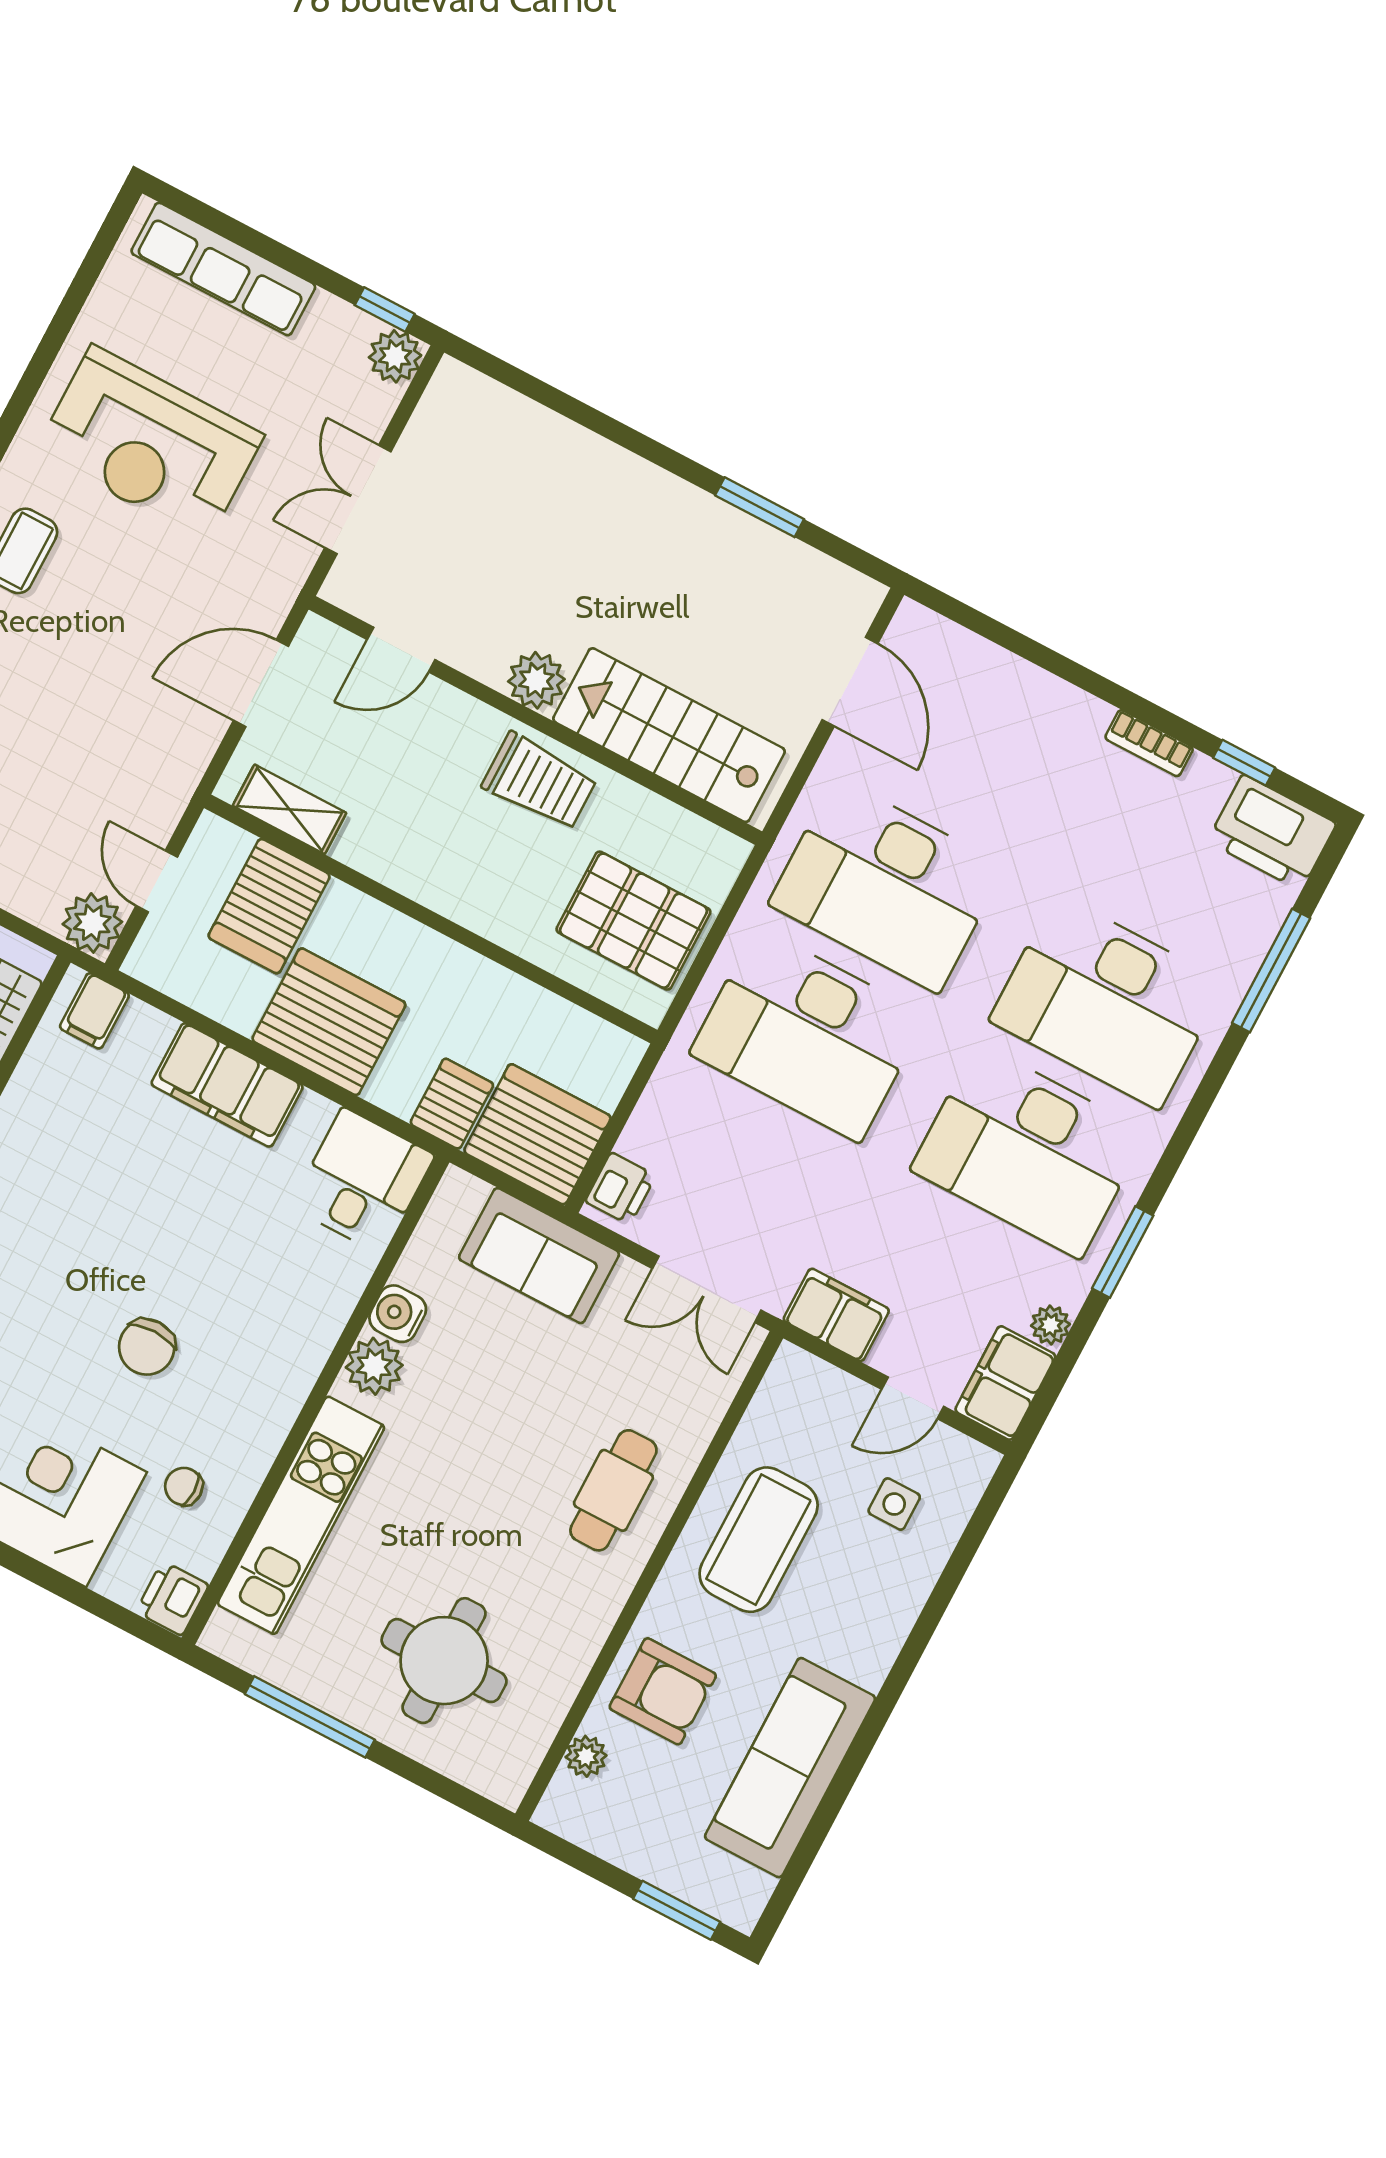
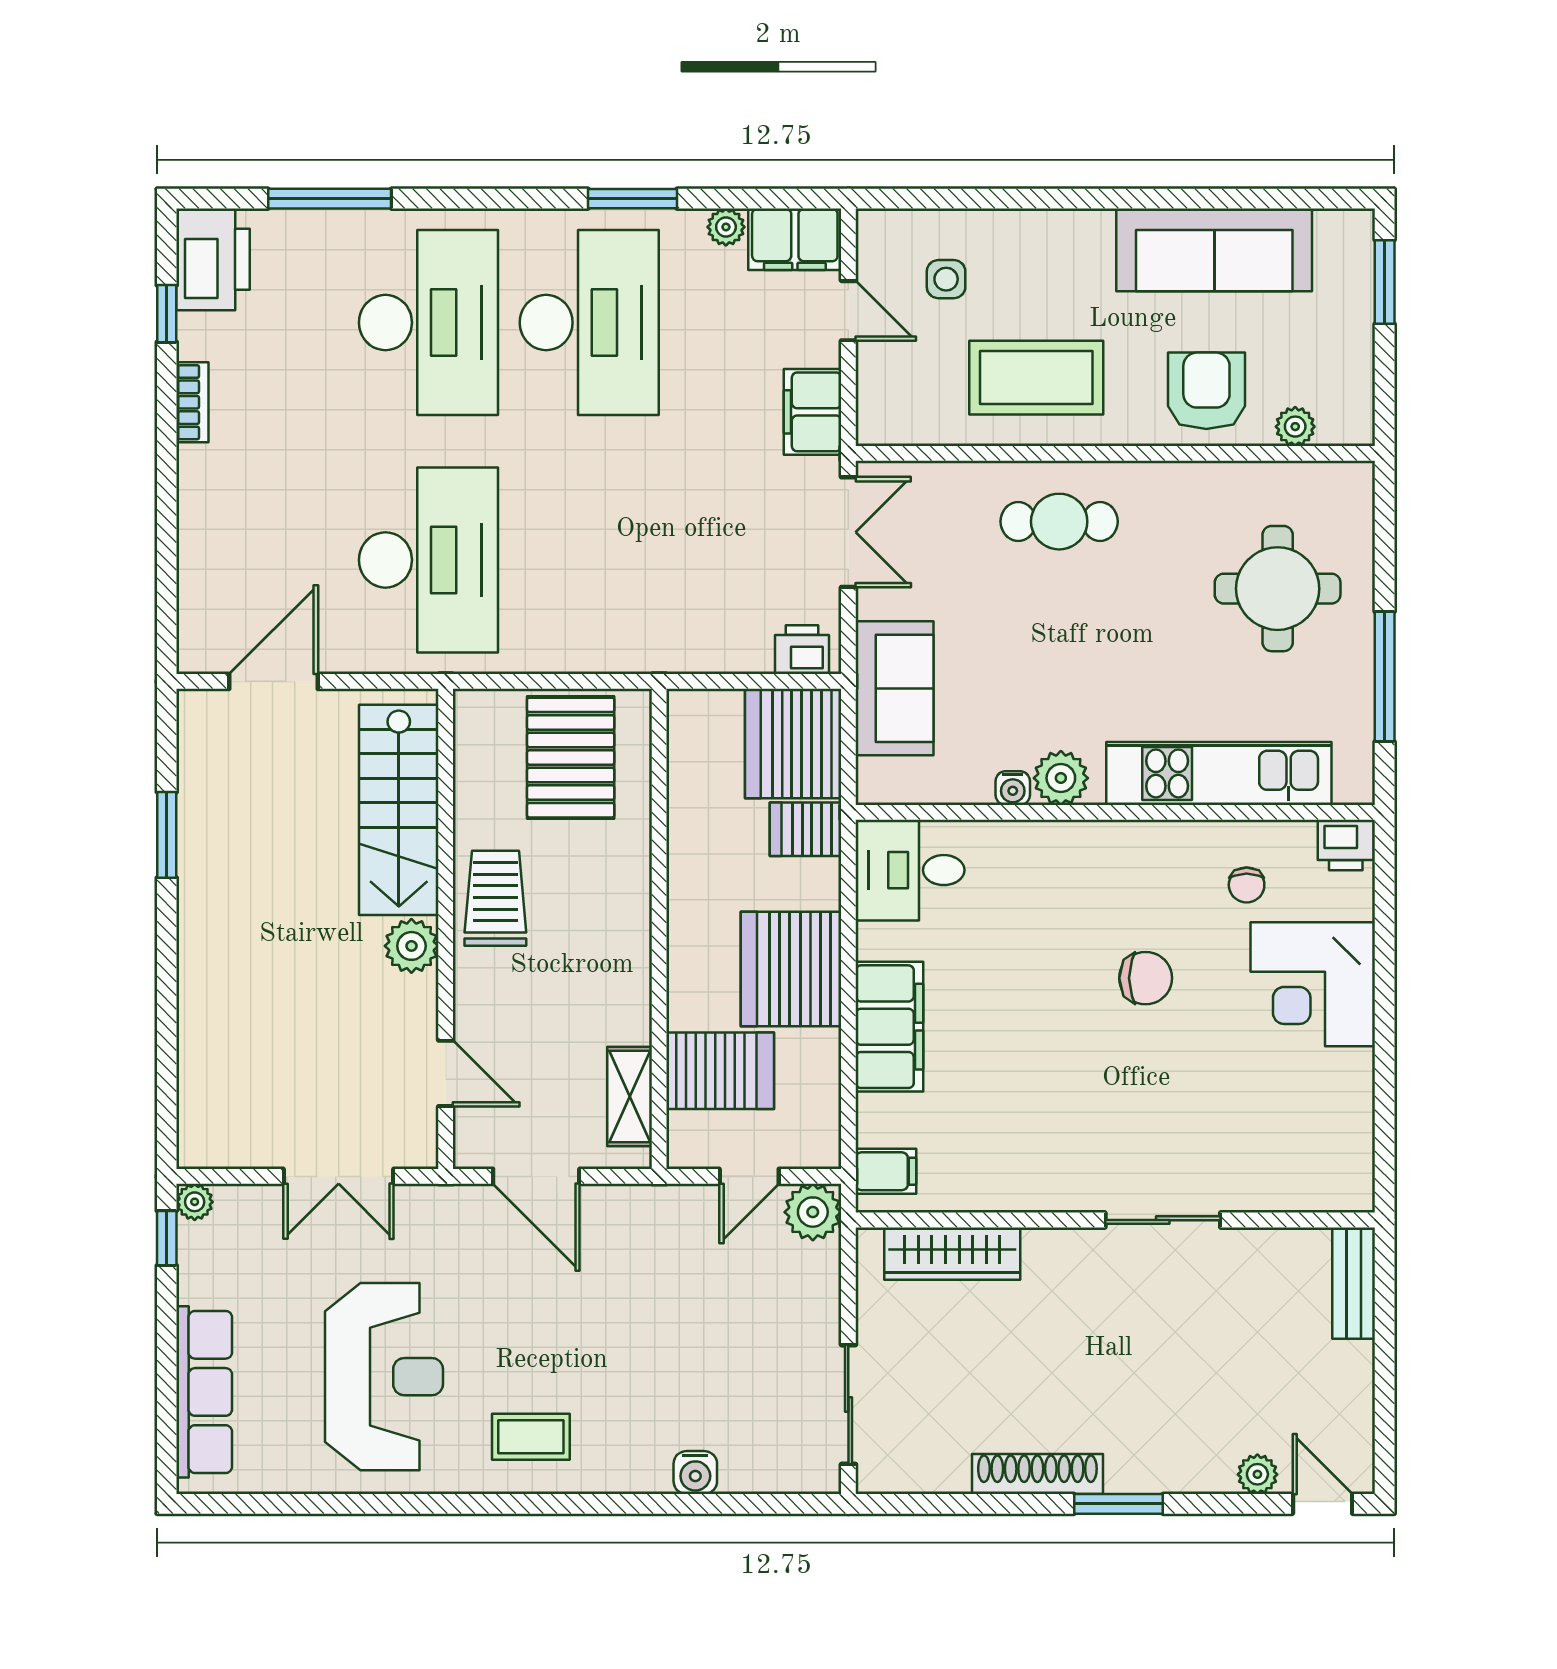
plant: (395, 356) -> (195, 1202), width x0.73, depth x0.73
desk: (808, 1035) -> (589, 560), removed
water cooler: (398, 1314) -> (1013, 788), width x0.72, depth x0.72

